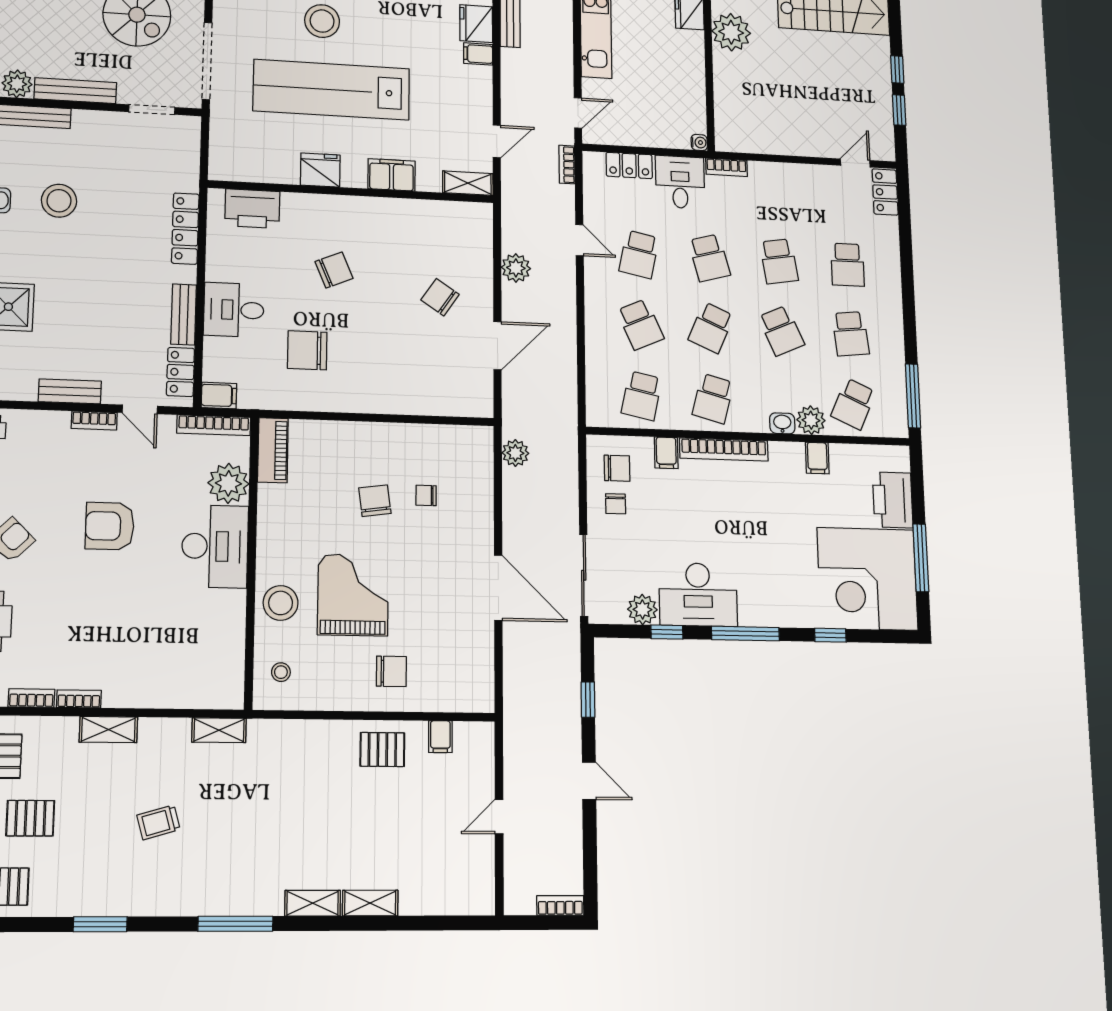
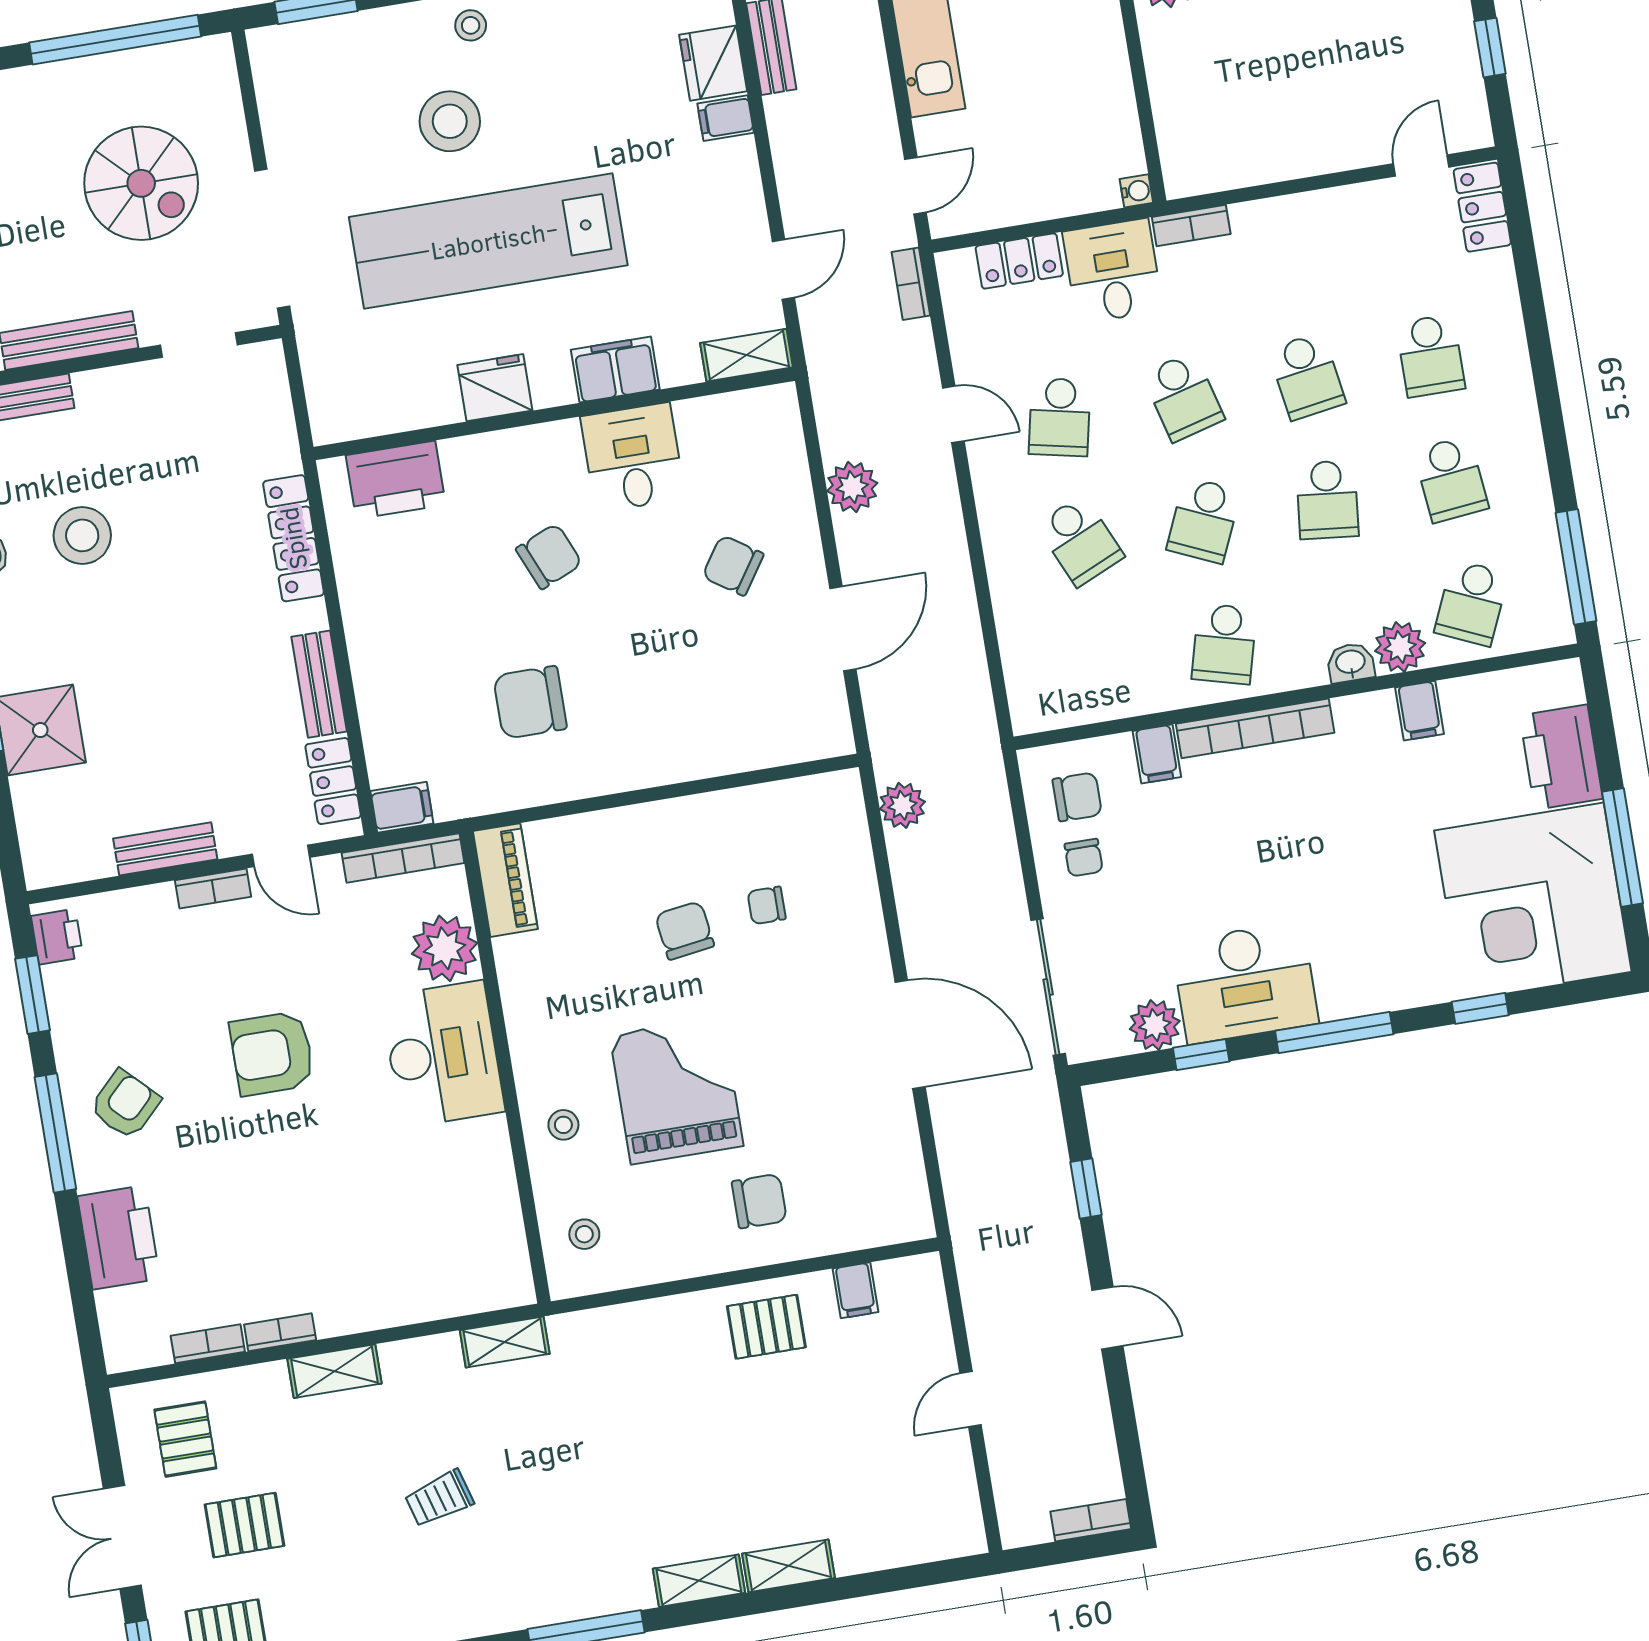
desk: (234, 310) -> (633, 457), moved, turned 90
school desk: (781, 331) -> (1327, 500), turned 30
school desk: (642, 396) -> (1101, 664), removed
stool: (281, 603) -> (563, 1125), width x0.53, depth x0.53

